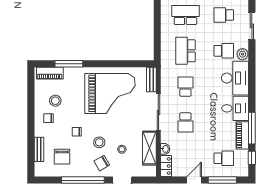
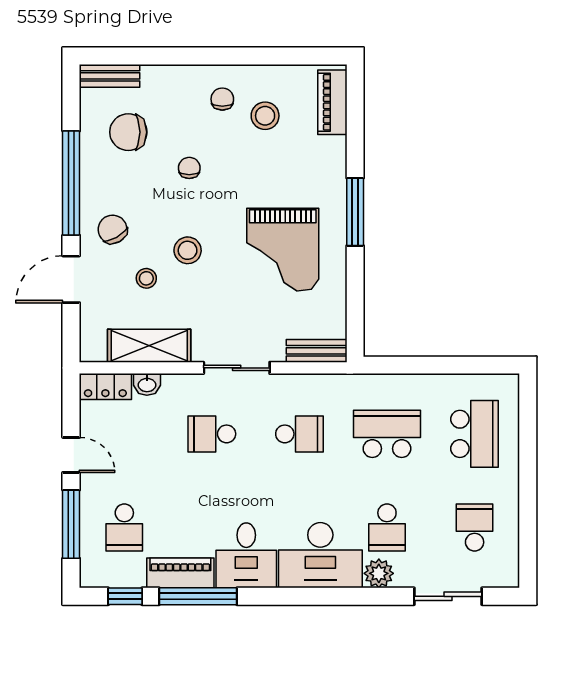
window: (69, 64) -> (355, 212), moved
grand piano: (110, 93) -> (283, 250), width x0.73, depth x0.68
sliding door: (158, 112) -> (237, 368), width x0.73
stool: (99, 142) -> (188, 250), moved
bench: (39, 149) -> (109, 76), moved

